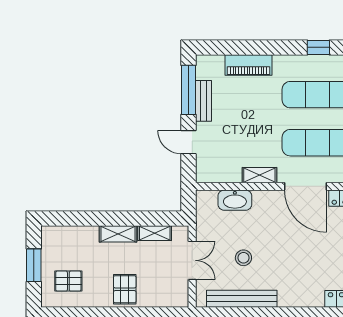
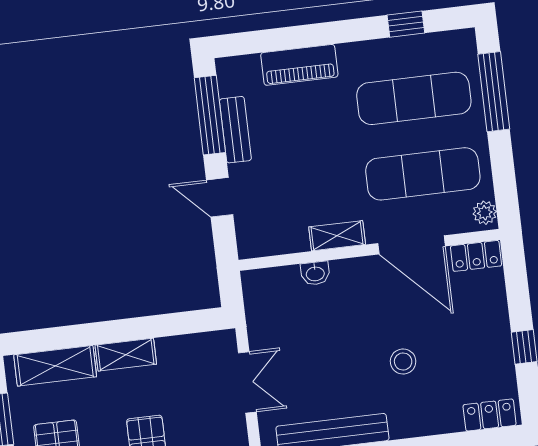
washbasin: (235, 200) -> (315, 273), width x0.52, depth x0.69
shelving: (155, 233) -> (55, 366), moved, width x1.50, depth x1.33
stool: (243, 258) -> (403, 362), moved

